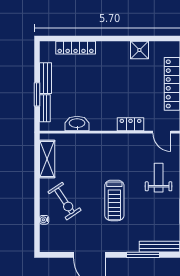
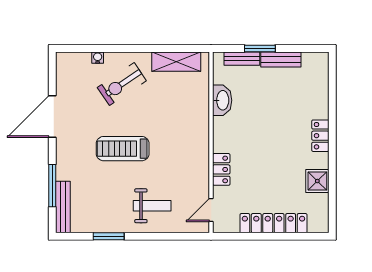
locker: (76, 48) -> (320, 136), moved, width x0.66

